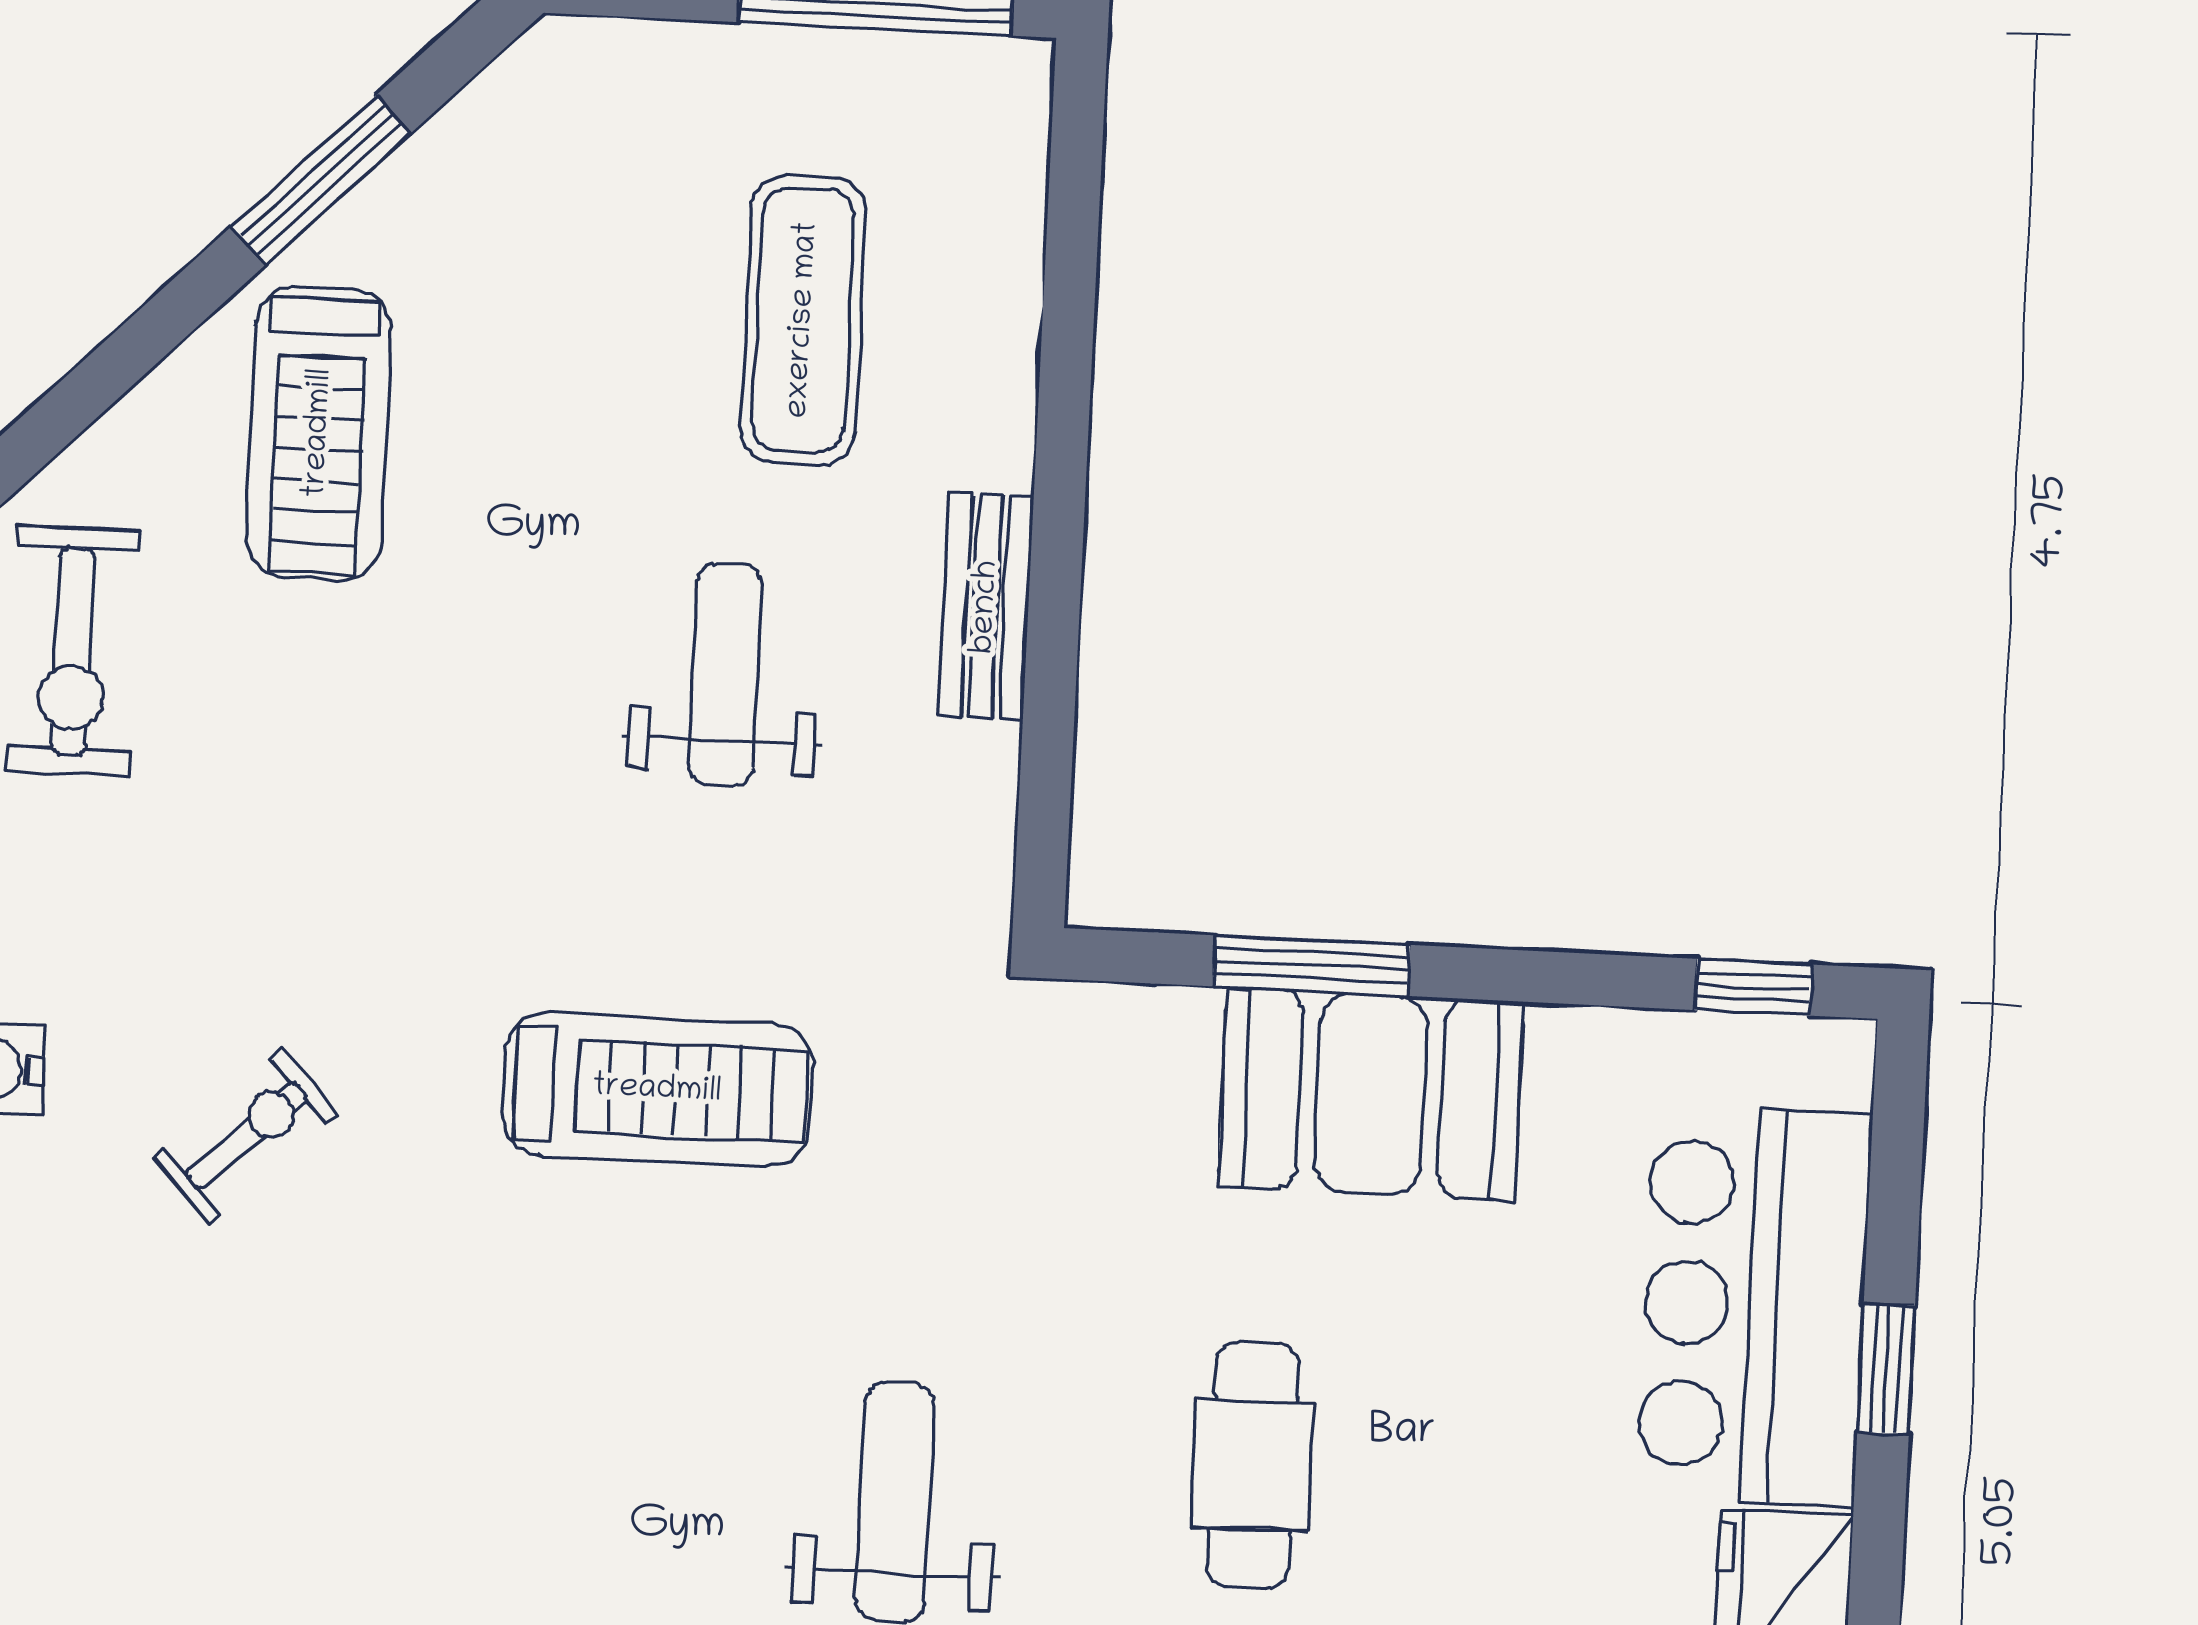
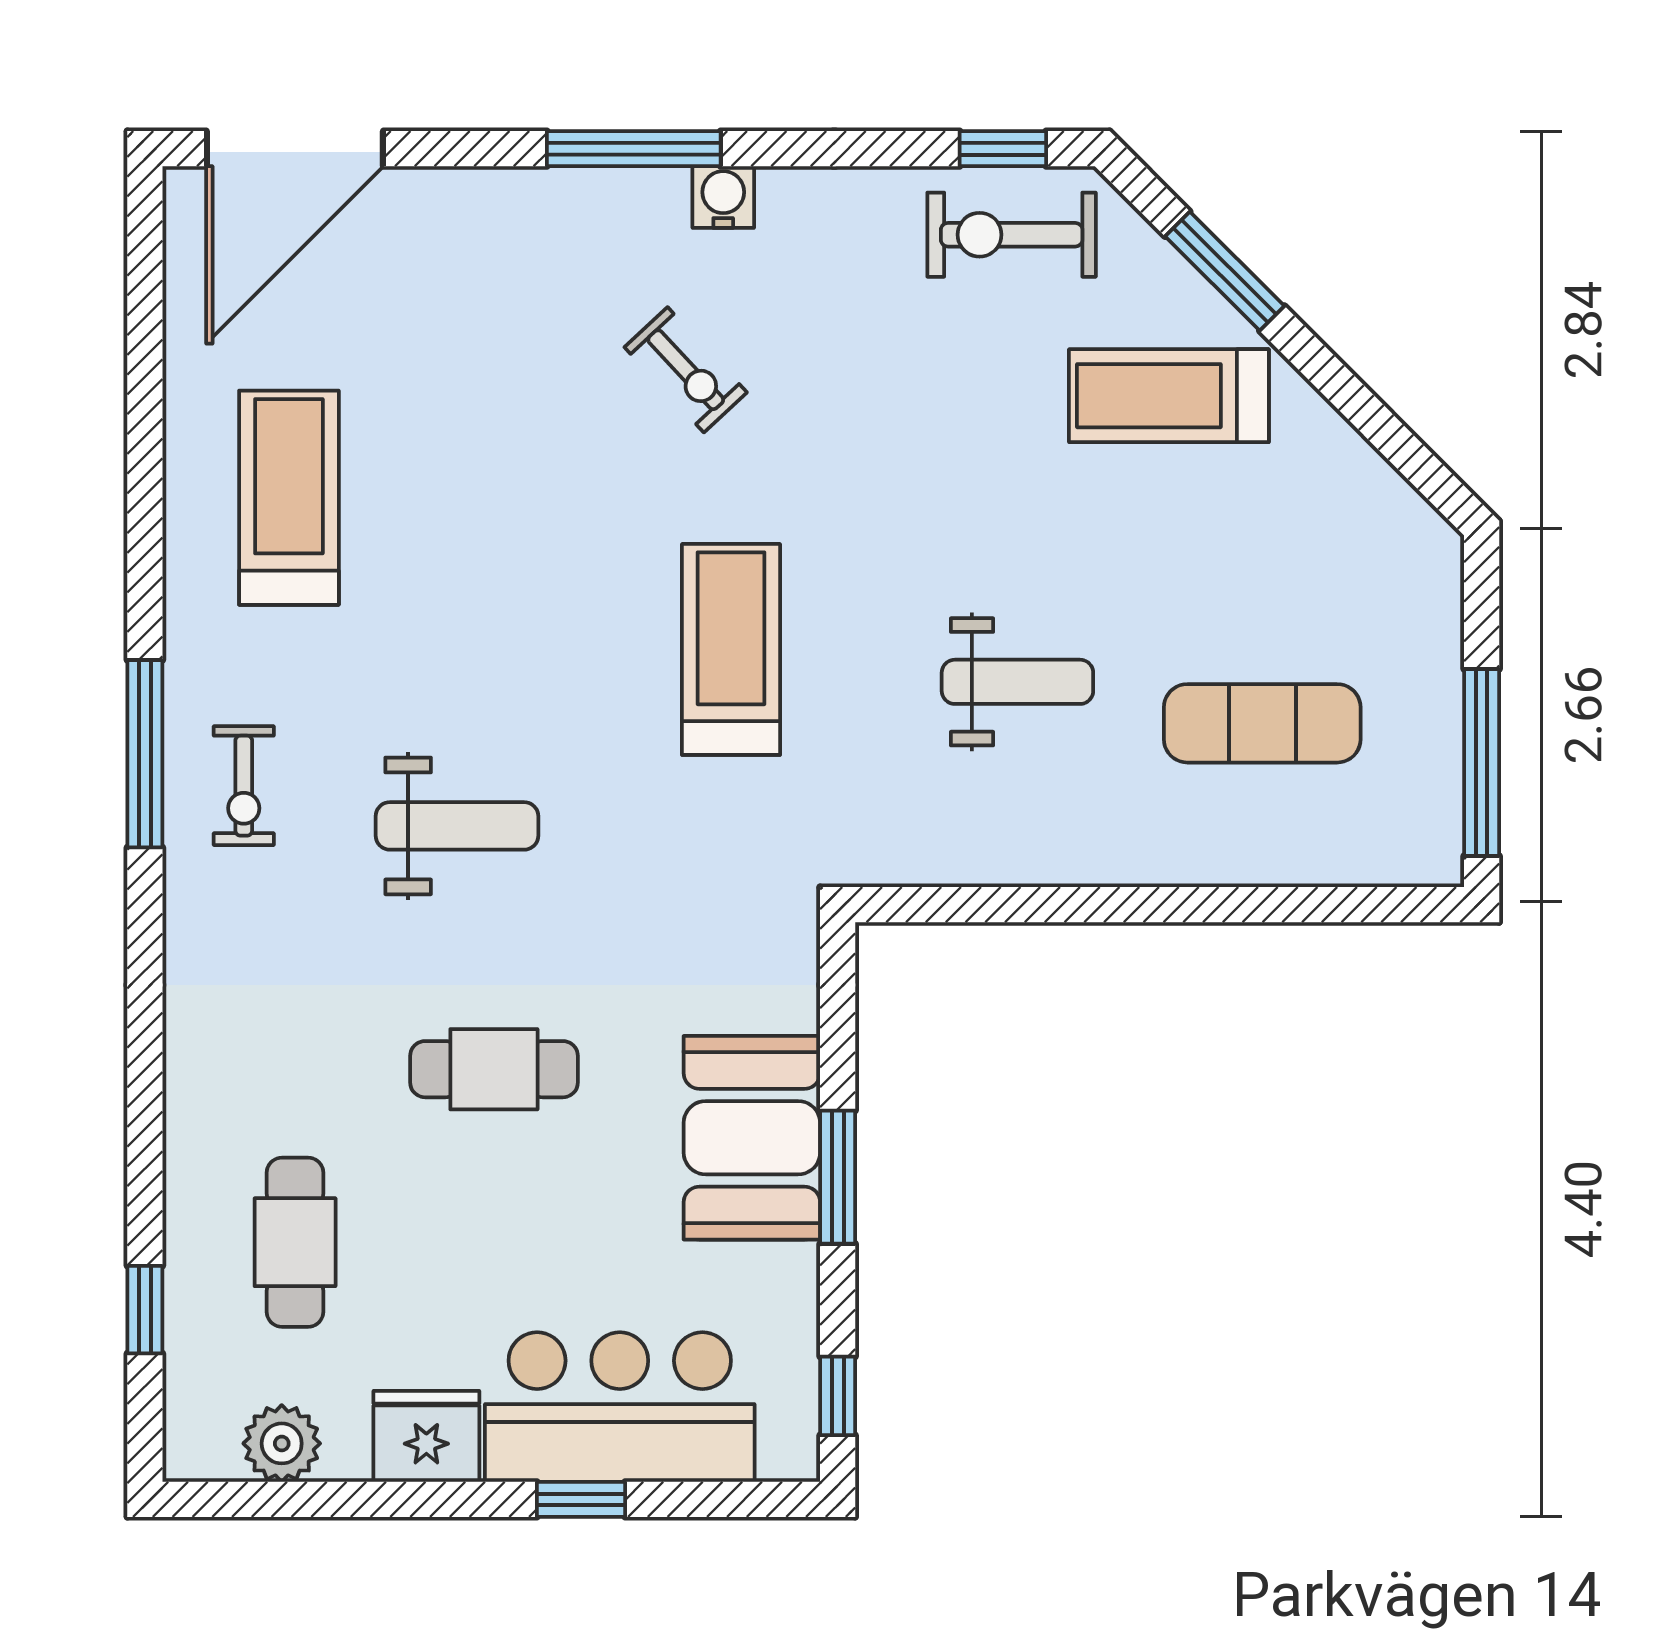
window: (321, 180) -> (1225, 271), moved
bench: (986, 607) -> (1073, 858), removed
window: (1311, 966) -> (838, 1177), moved
treadmill: (657, 1090) -> (731, 649), turned 180

